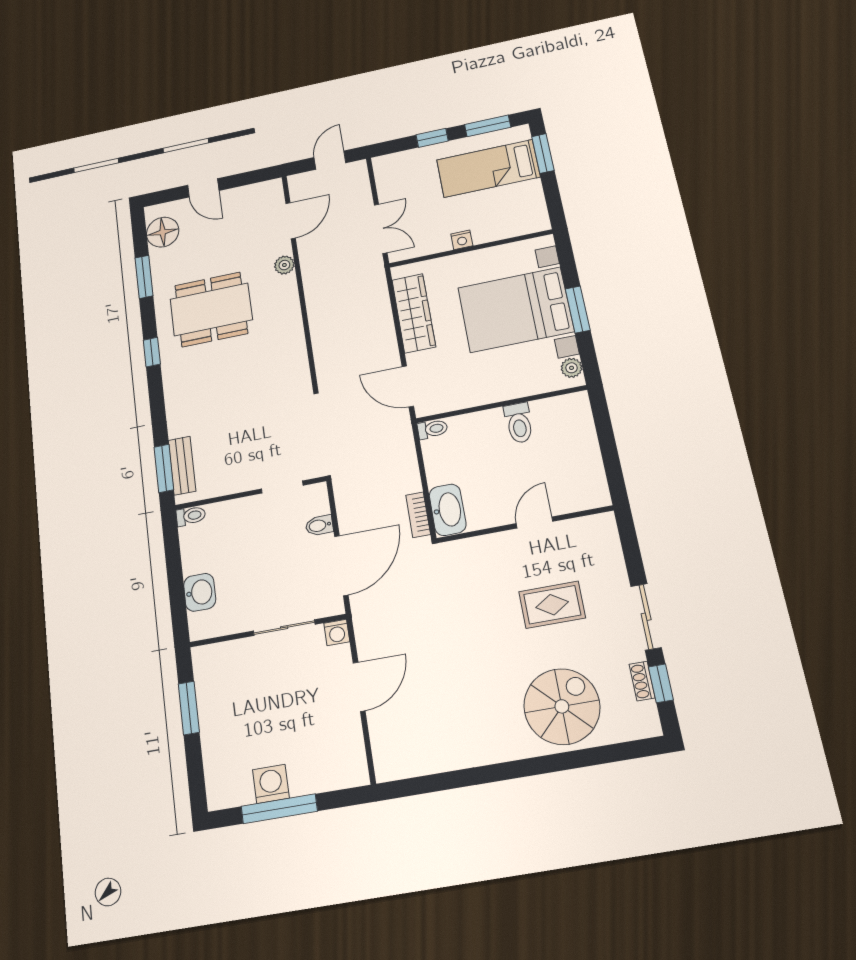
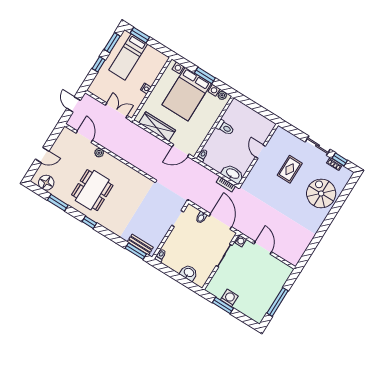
washing machine: (271, 784) -> (229, 298), moved, turned 90

